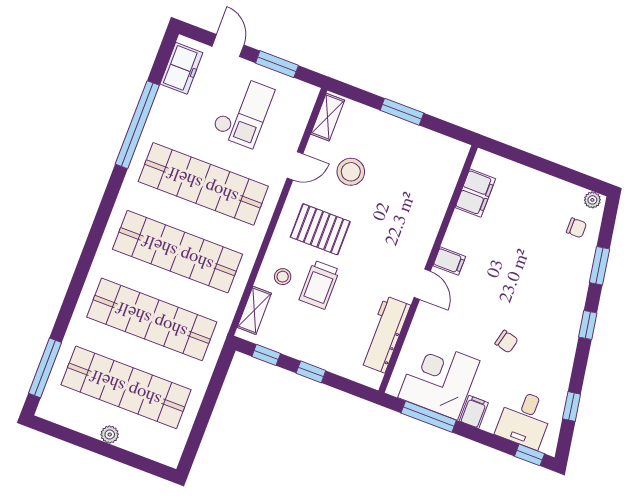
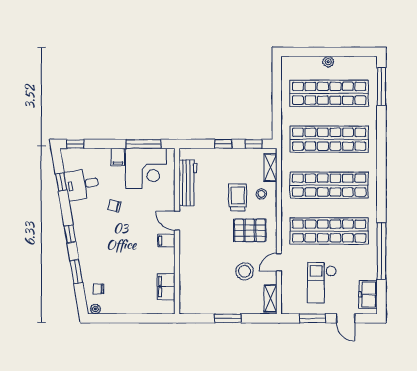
desk: (525, 419) -> (82, 184), moved, turned -100

